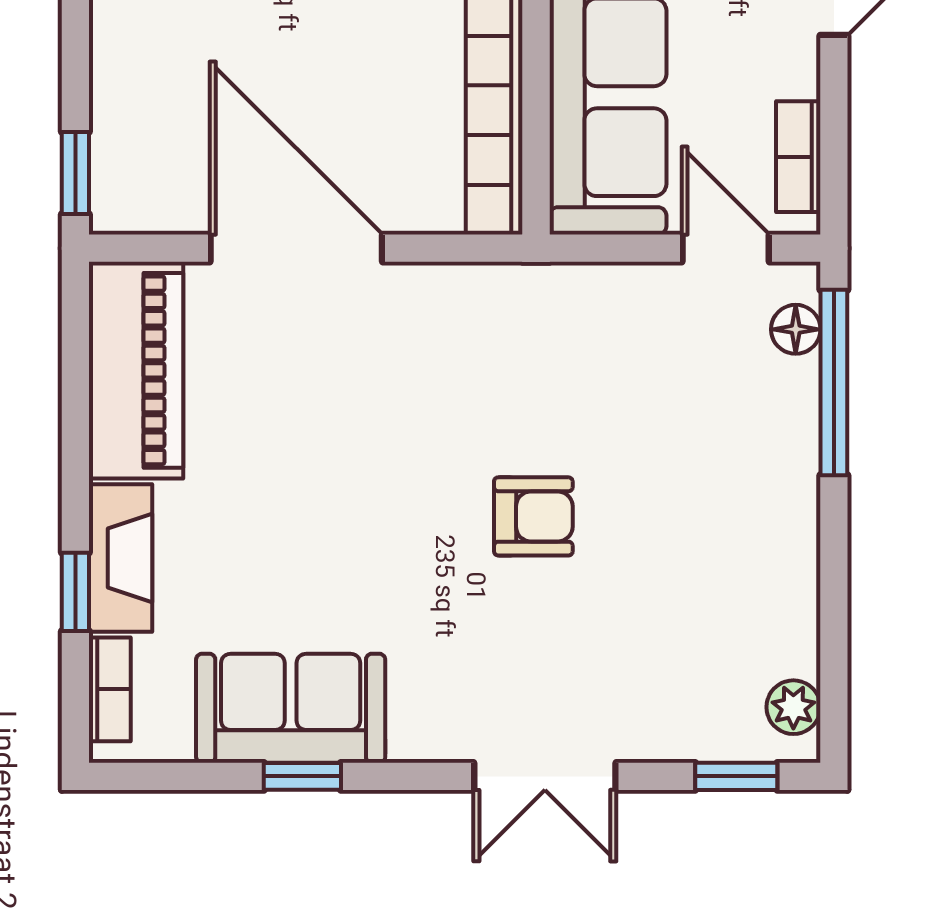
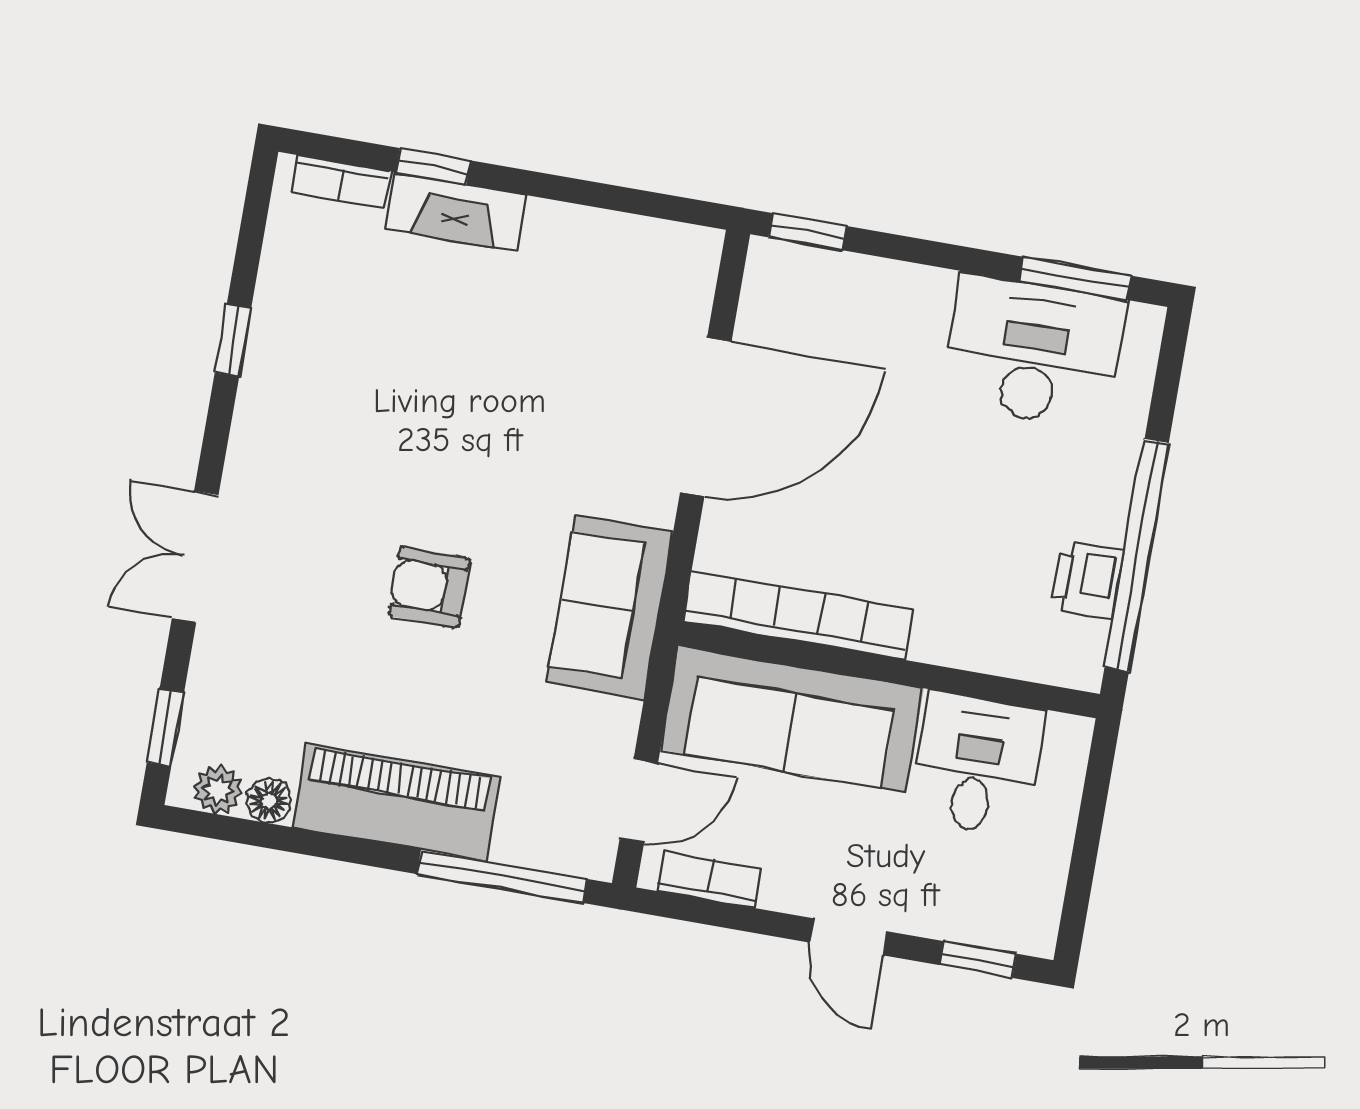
floor lamp: (796, 329) -> (269, 801), moved
piano: (136, 370) -> (396, 802), moved, turned 180
armchair: (533, 516) -> (429, 587), turned 90
sofa: (291, 708) -> (610, 607), moved, turned 180

